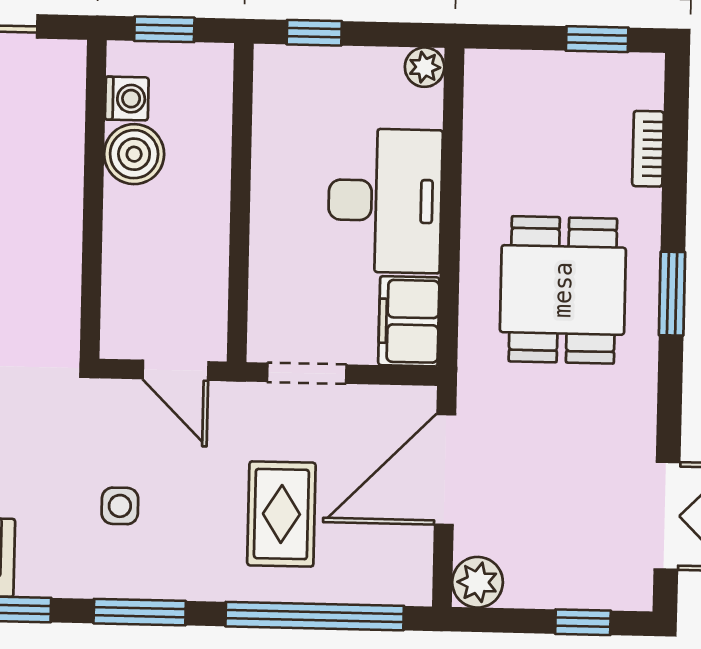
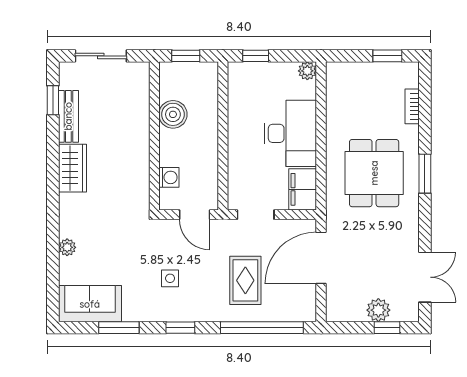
washing machine: (127, 99) -> (169, 177), moved
plant: (478, 582) -> (378, 310), moved
window: (140, 612) -> (180, 328), width x0.67

